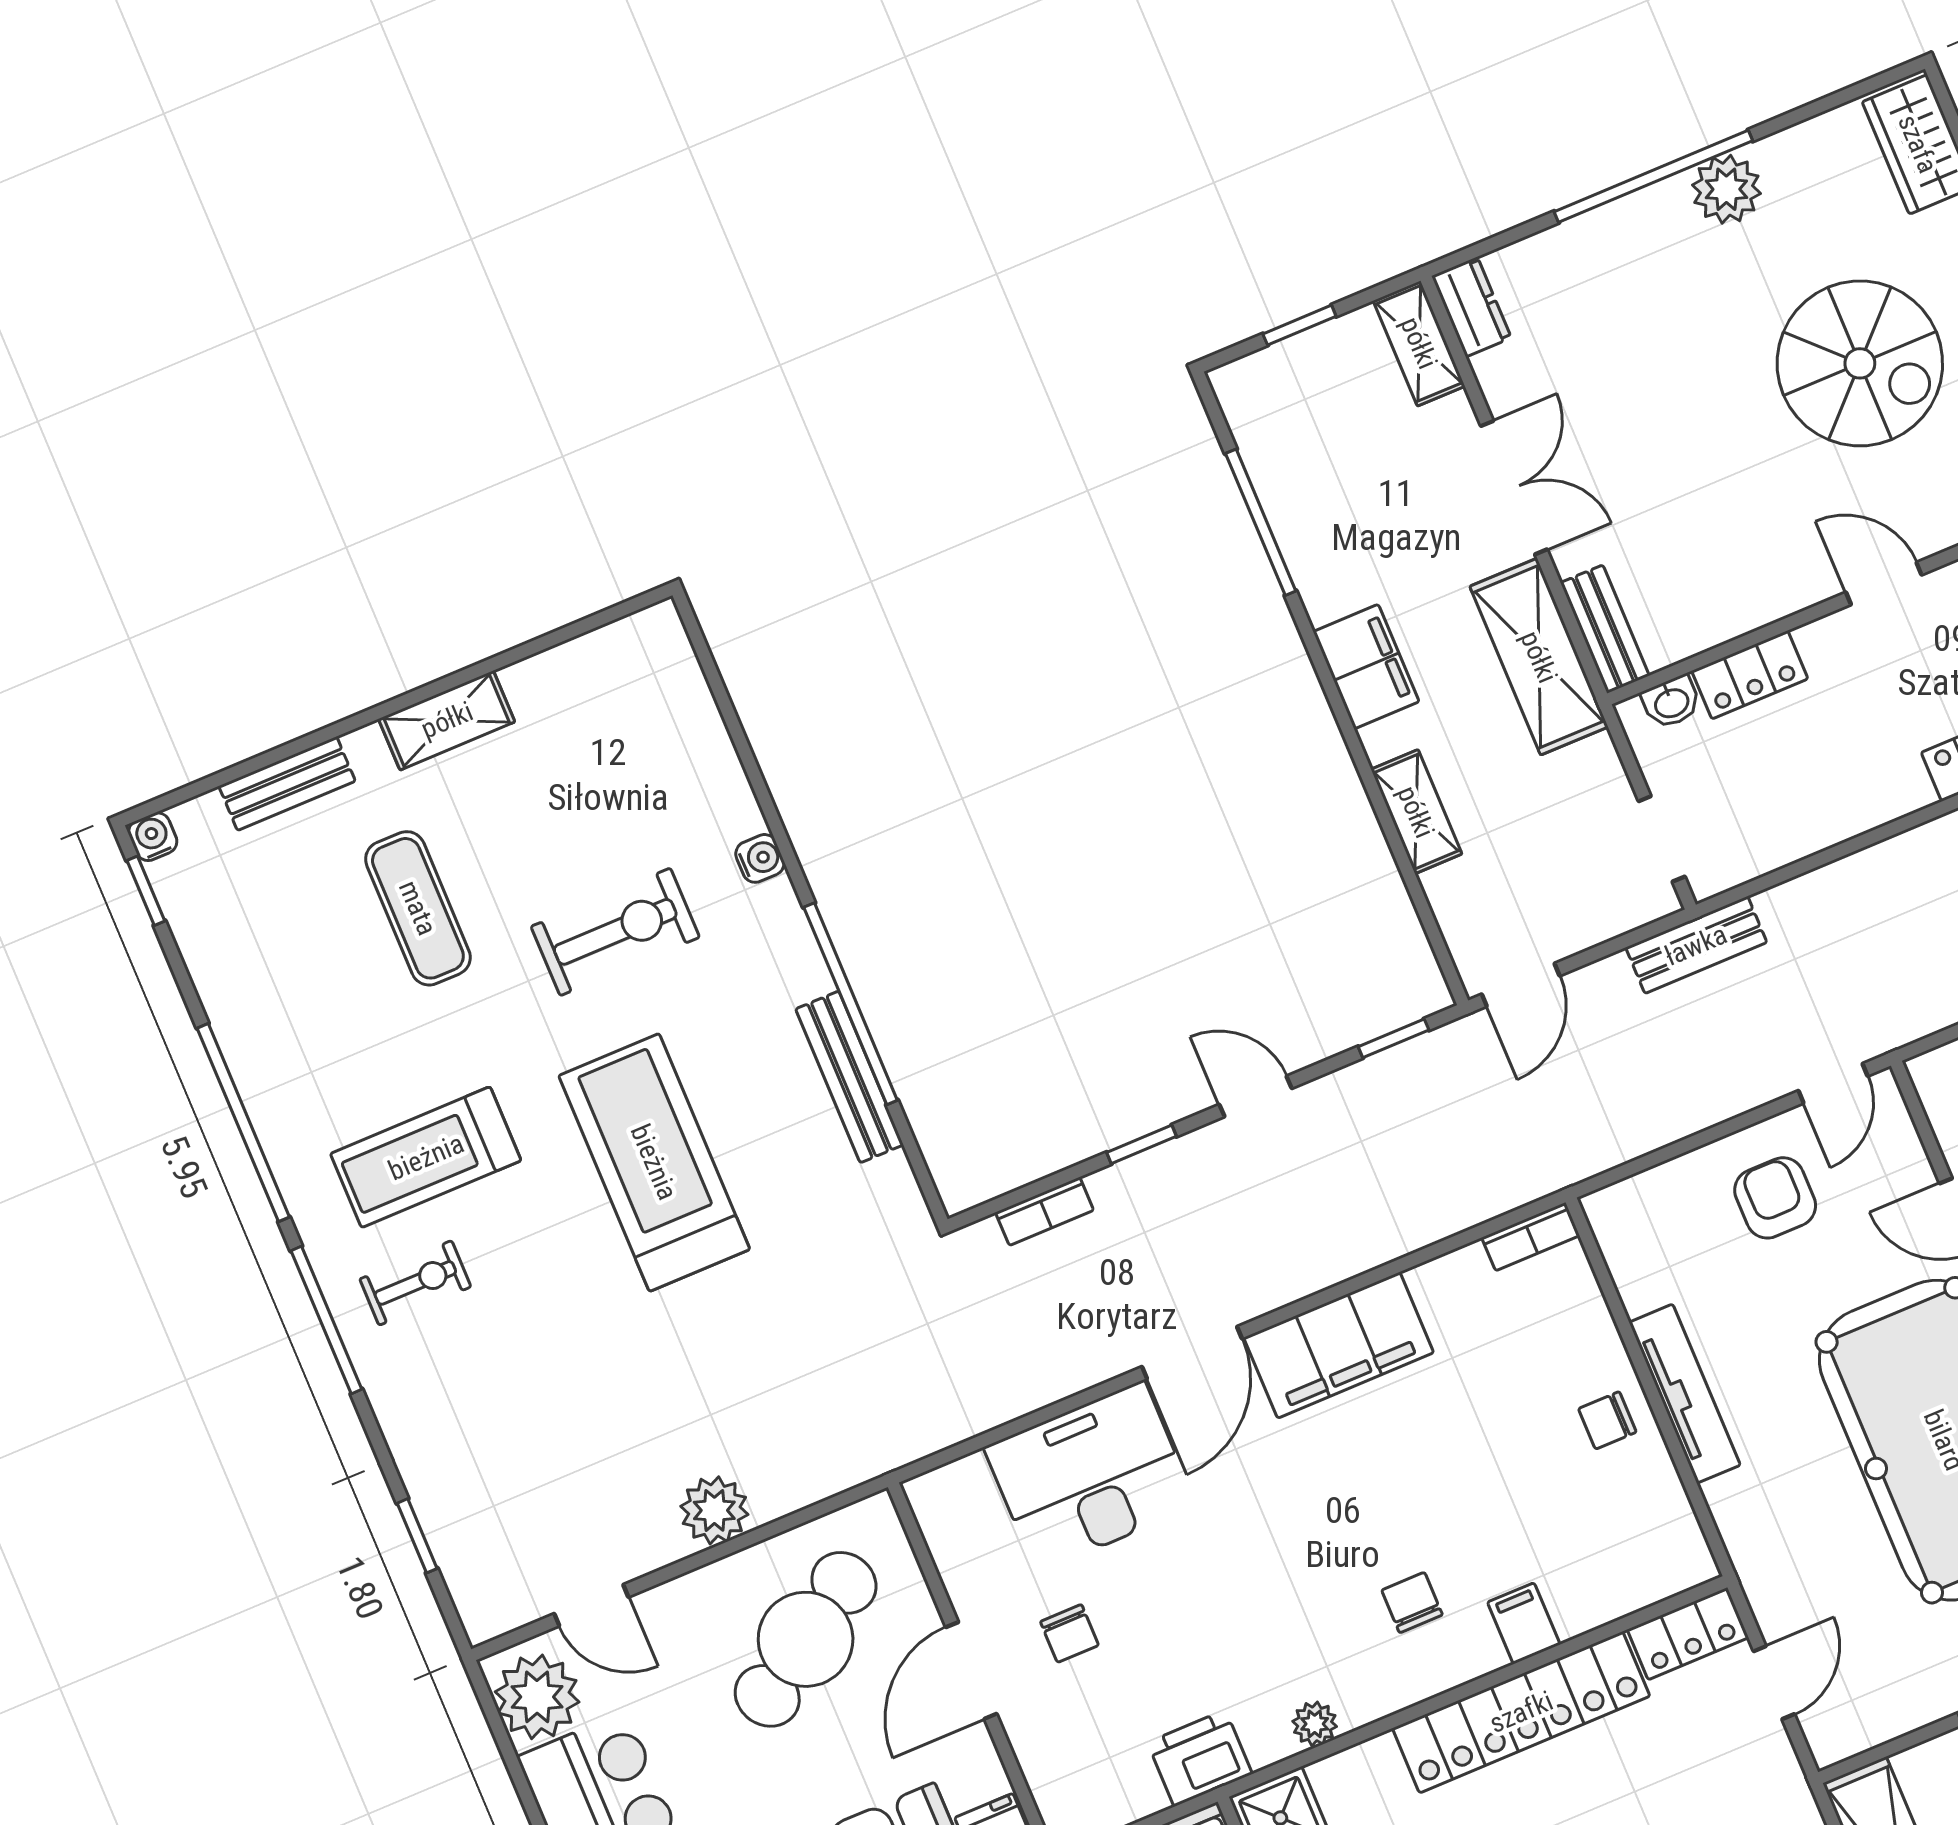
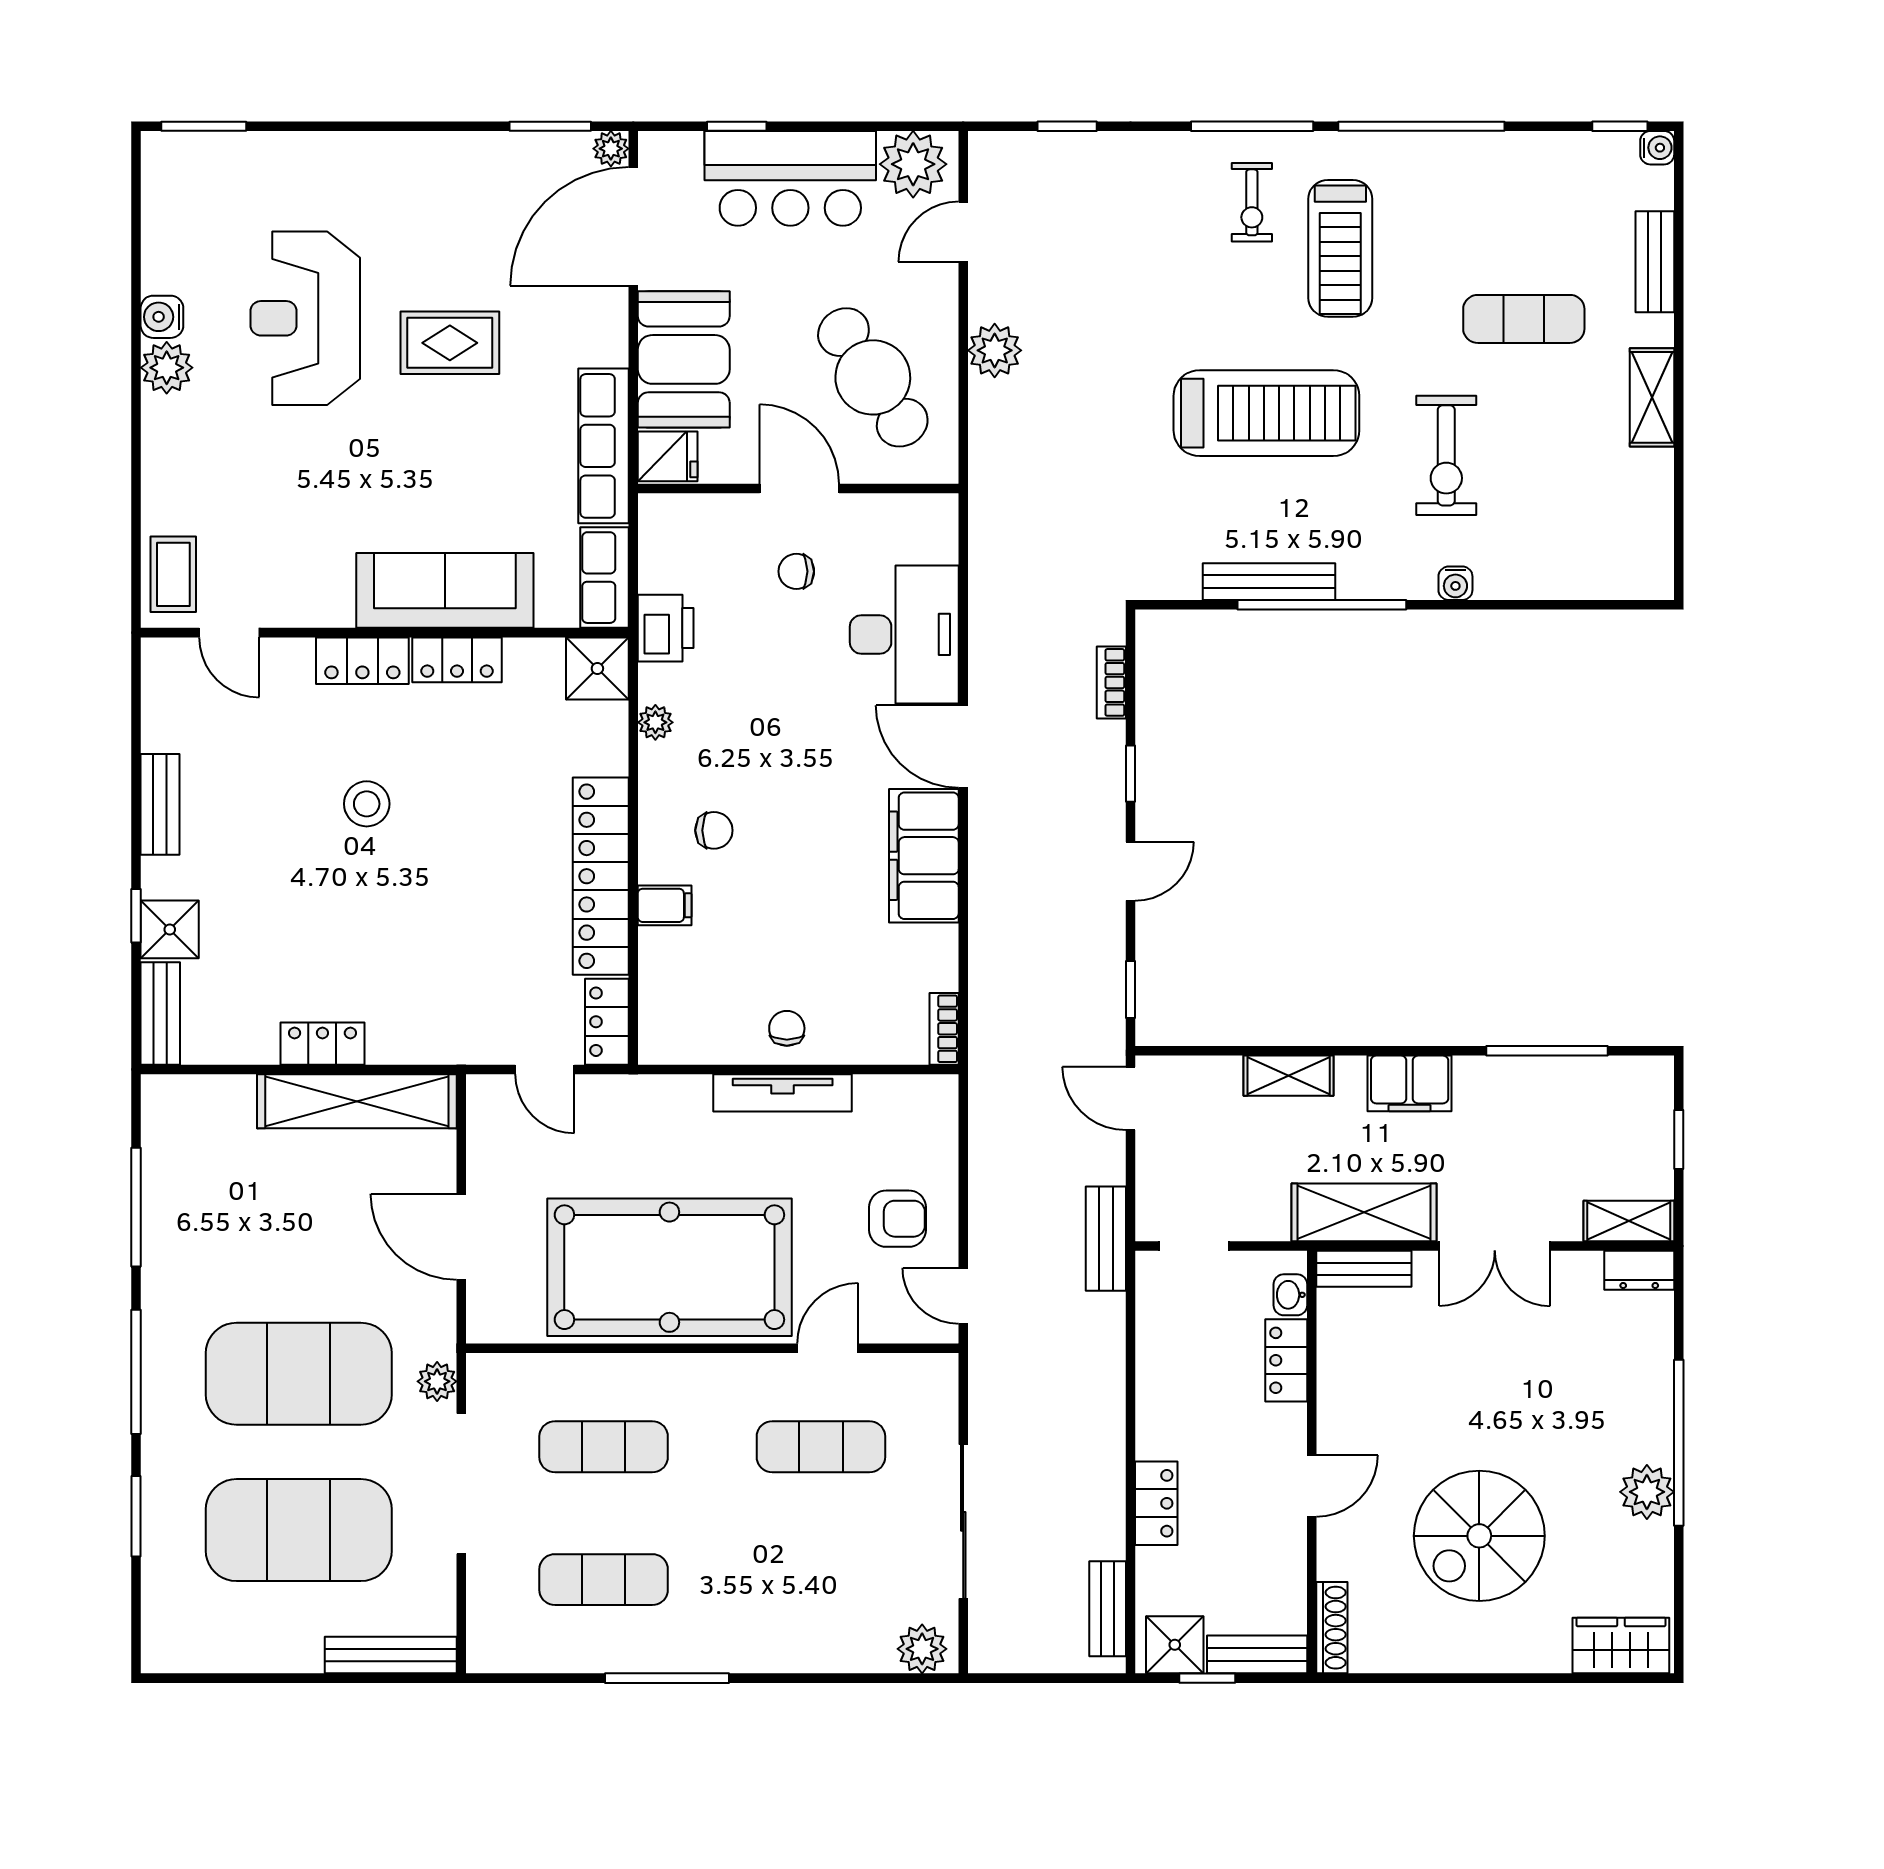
treadmill: (426, 1157) -> (1340, 248), turned 180

